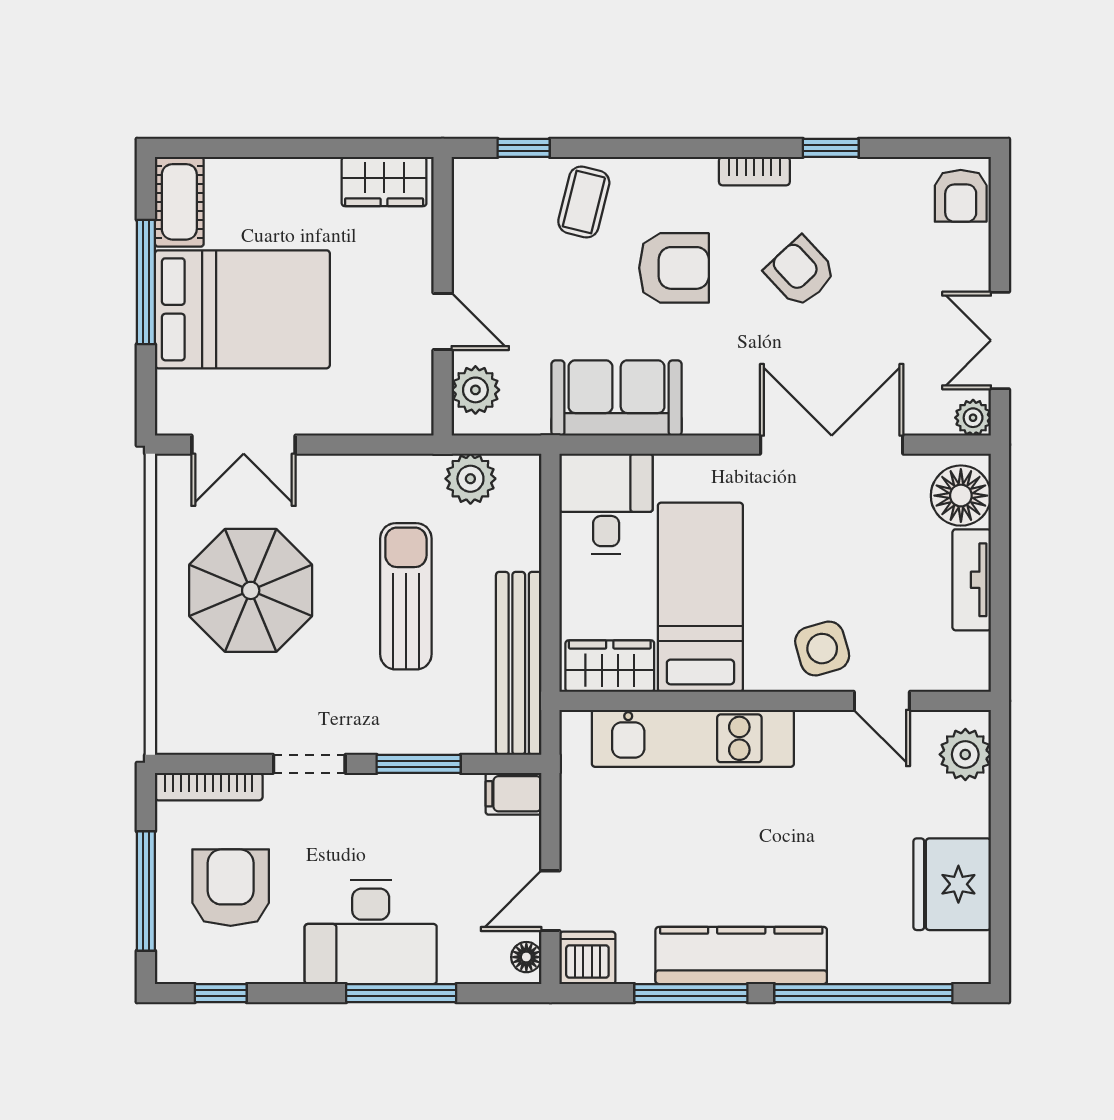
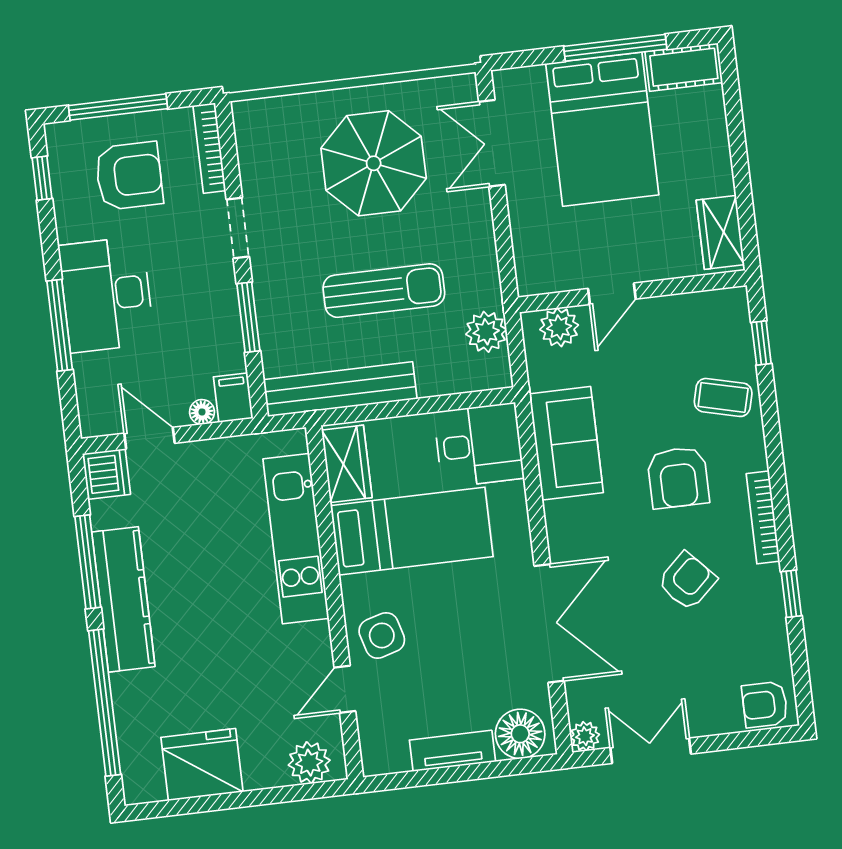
bookcase: (754, 171) -> (763, 517), width x1.56
floor lamp: (526, 957) -> (202, 412), moved

